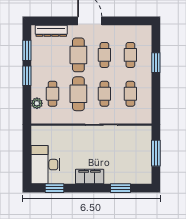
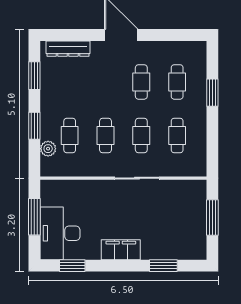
cafe table: (78, 55) -> (105, 82), removed
window: (27, 76) -> (34, 126), moved
cafe table: (78, 94) -> (105, 136), width x0.73, depth x0.74
window: (27, 153) -> (34, 217), added

